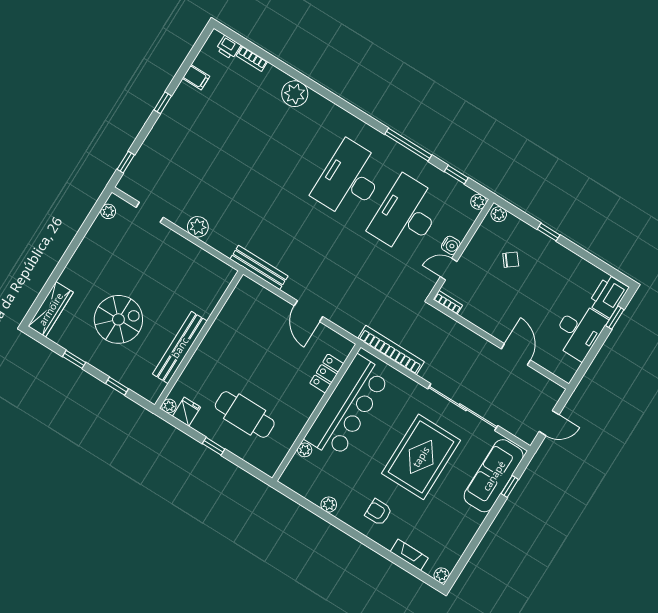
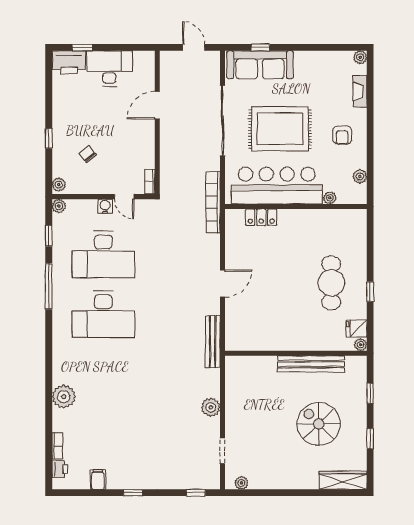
locker: (327, 373) -> (261, 217), moved
bar counter: (348, 407) -> (277, 186), moved
wall: (316, 413) -> (296, 206), moved
plant: (305, 450) -> (330, 198), moved

